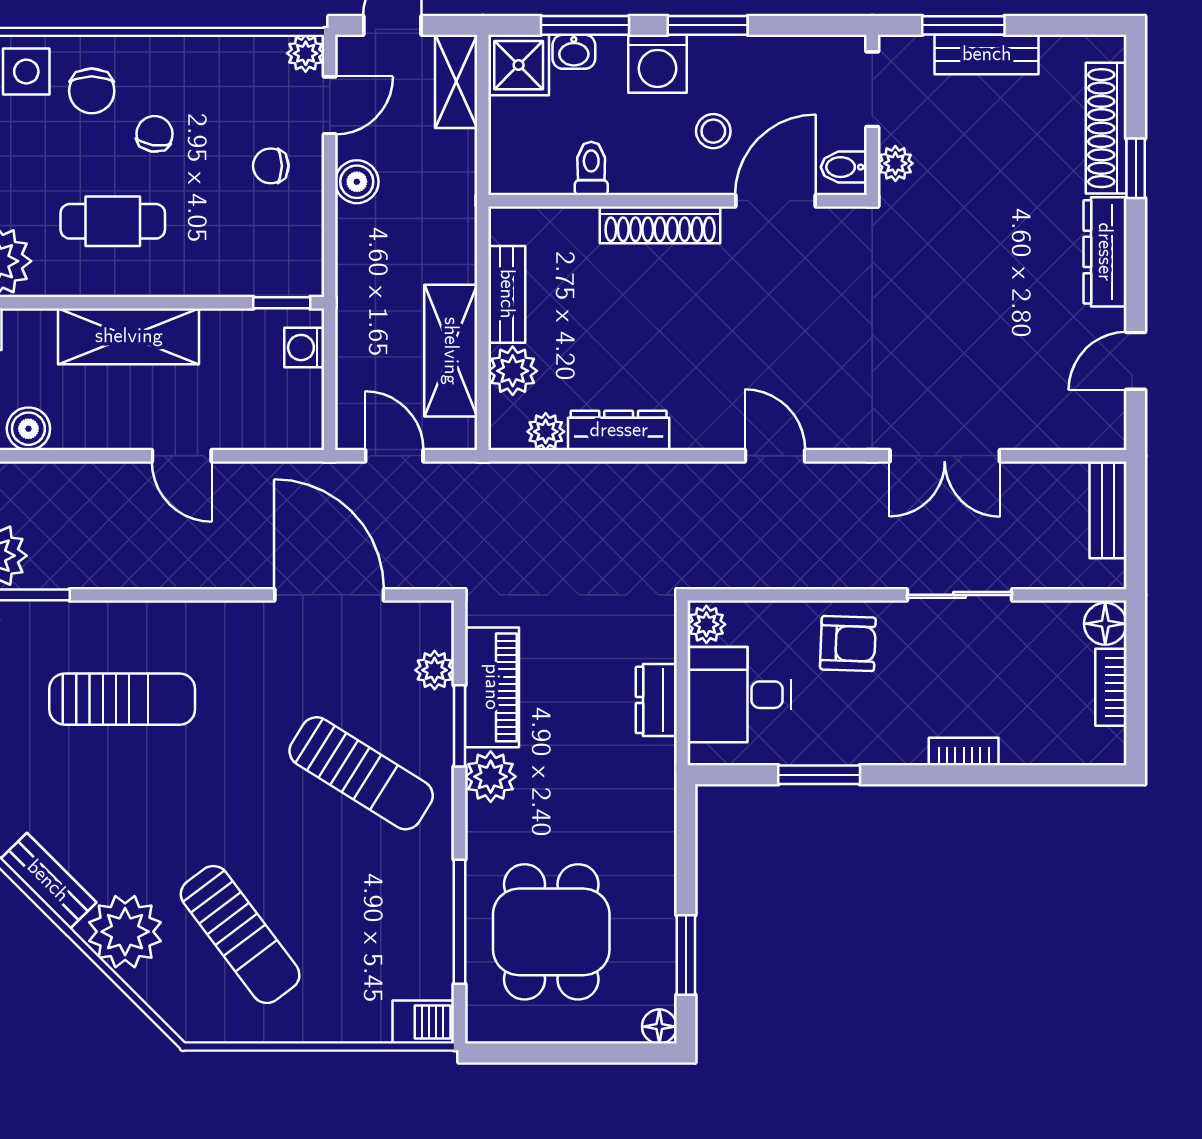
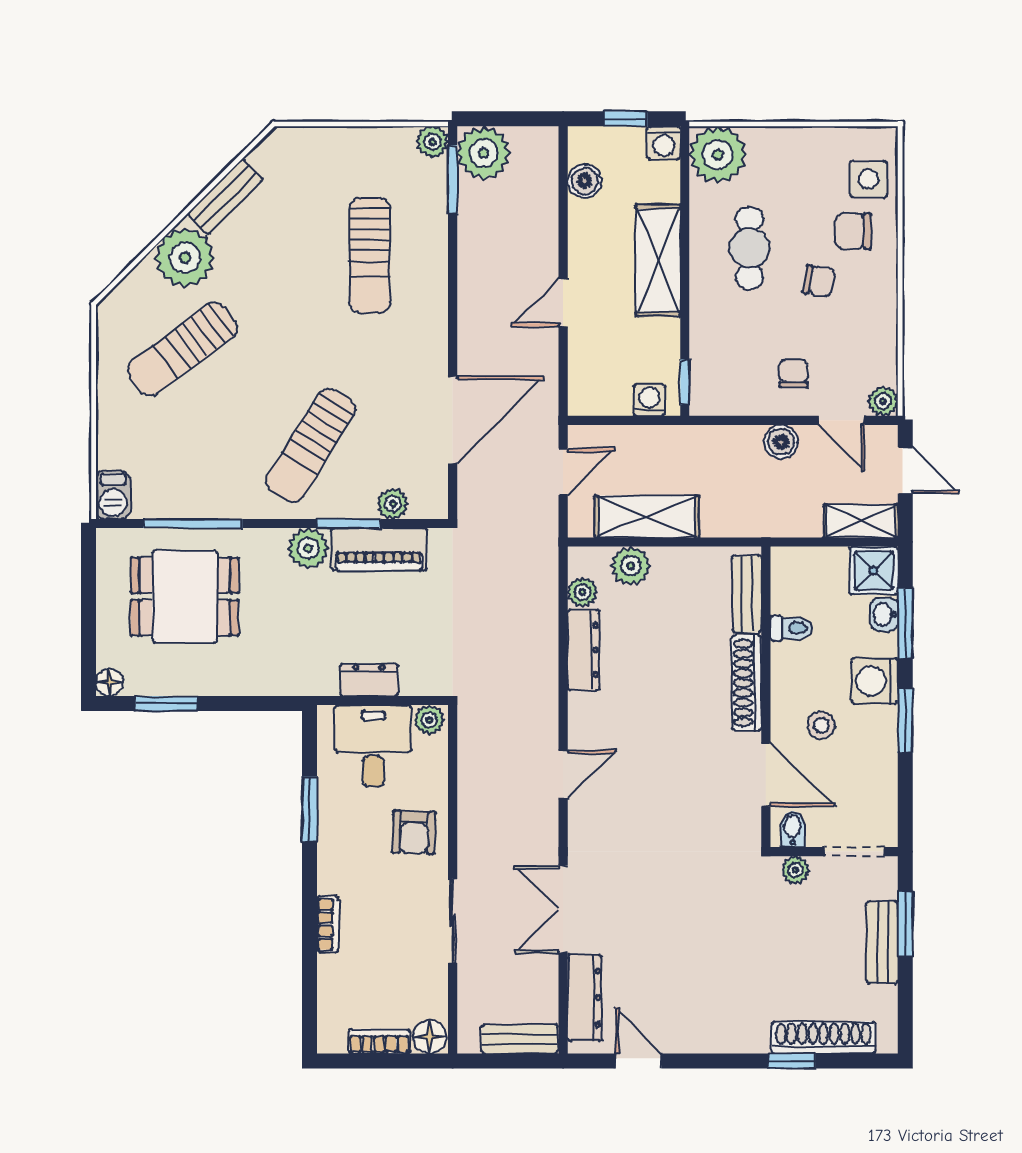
dresser: (1105, 252) -> (585, 998), moved, turned 90
bench: (507, 294) -> (747, 594), moved, turned 90

